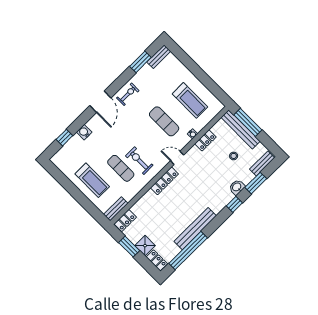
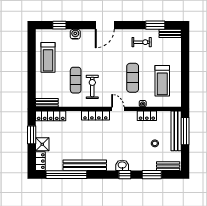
exercise bike: (128, 94) -> (142, 42), moved
treadmill: (92, 180) -> (48, 57), moved
washbasin: (237, 187) -> (122, 165), moved
locker: (125, 221) -> (51, 116), width x1.53

